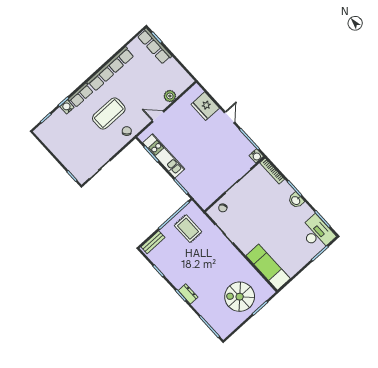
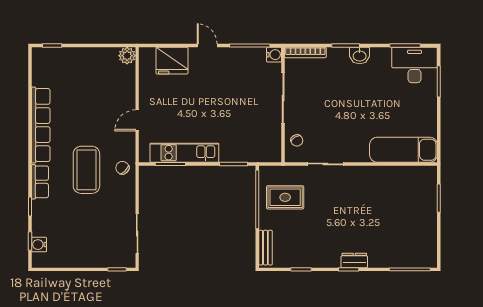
row of seats: (155, 46) -> (59, 56), removed
plant: (170, 96) -> (127, 56), moved
water cooler: (67, 107) -> (39, 245), moved
spiral stairs: (240, 297) -> (407, 208), removed

